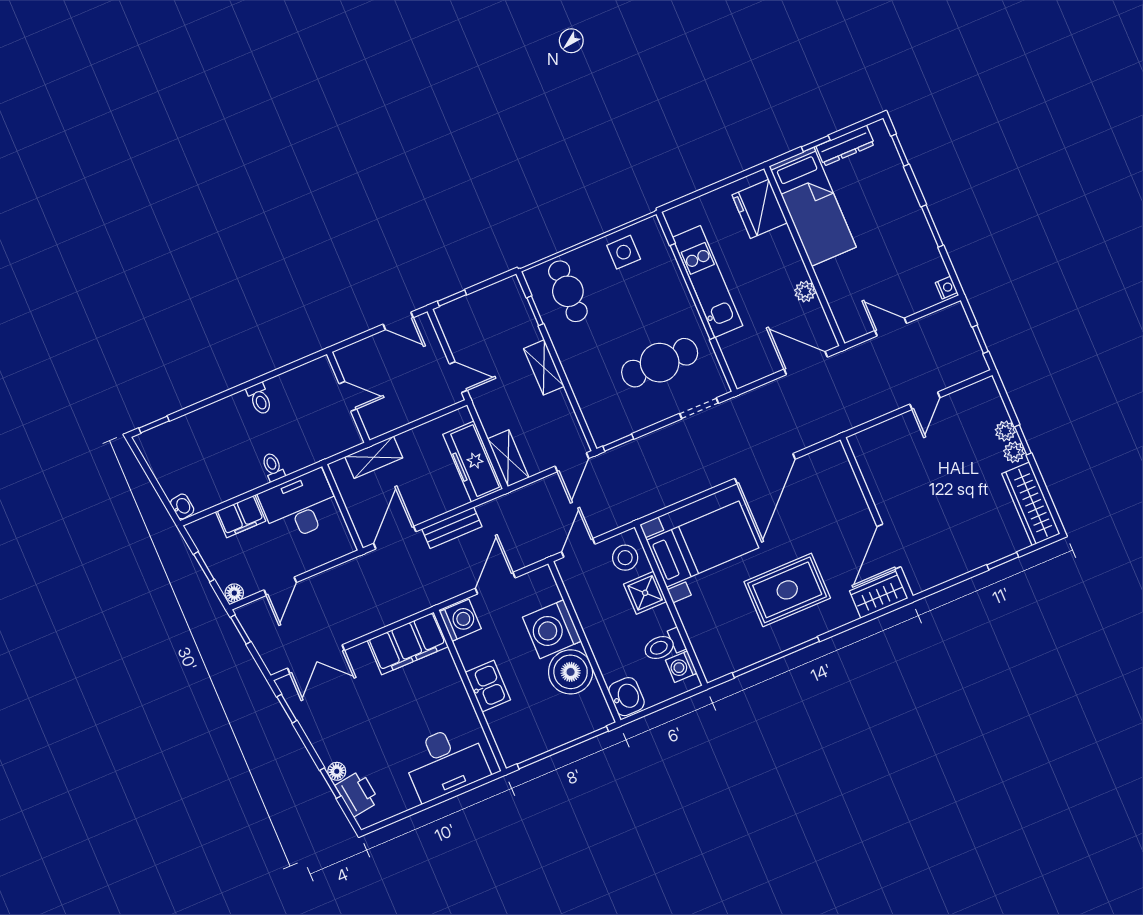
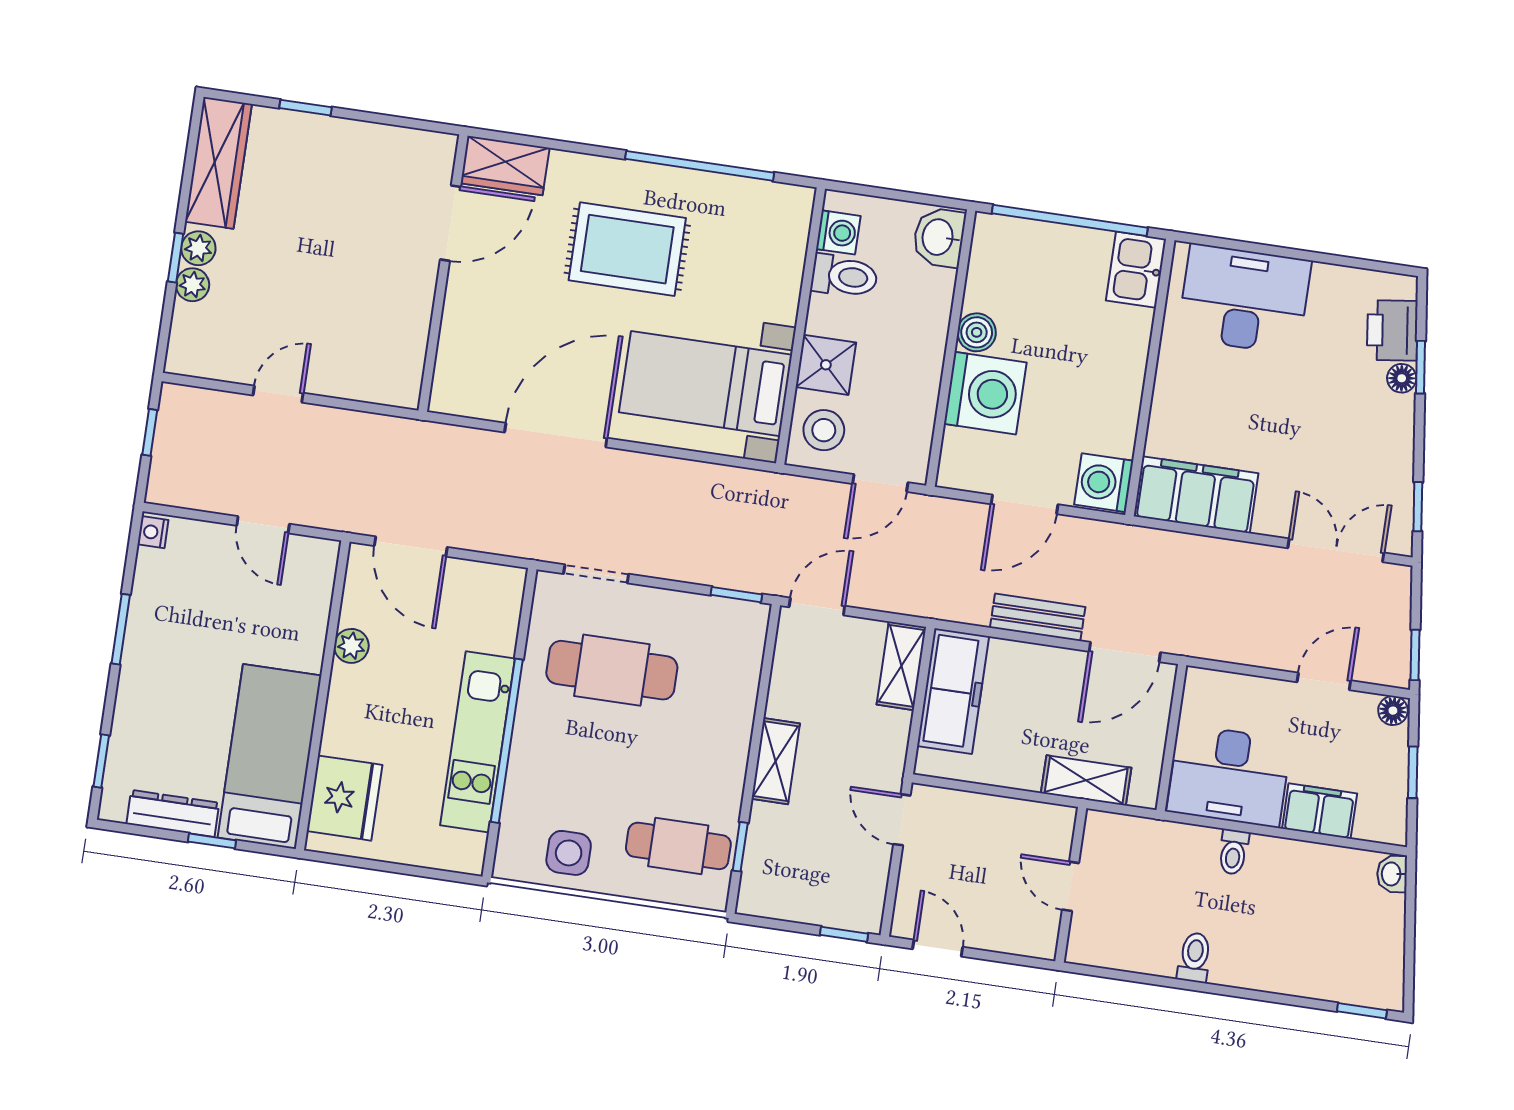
cafe table: (568, 291) -> (678, 846), turned 90
boiler: (571, 672) -> (977, 332), width x0.54, depth x0.54
kitchen sink: (488, 686) -> (1136, 270), moved

